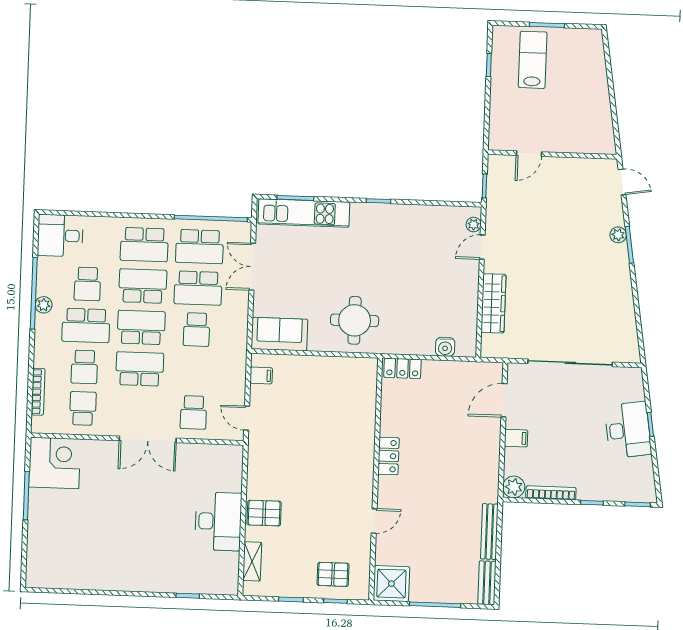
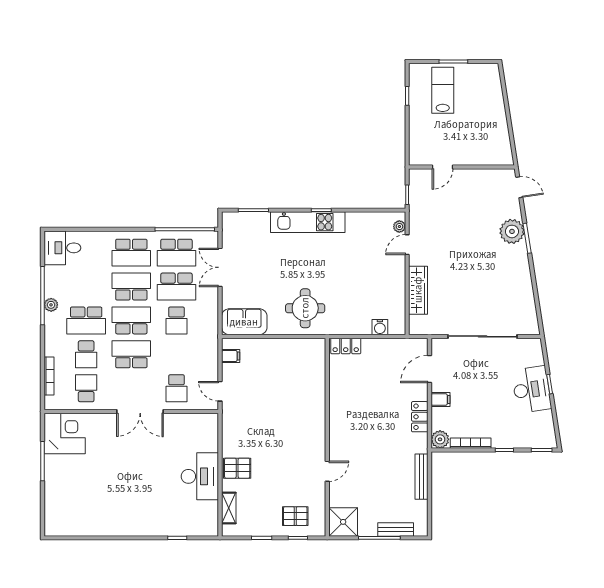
kitchen unit: (304, 213) -> (308, 222), moved
plant: (618, 235) -> (512, 231), width x1.87, depth x1.87
school desk: (87, 284) -> (86, 287), removed
locker: (388, 456) -> (420, 417), moved, turned 180
bench: (487, 583) -> (396, 529), moved, turned 90

